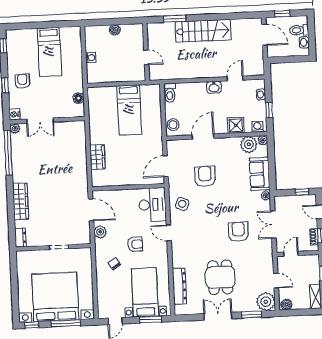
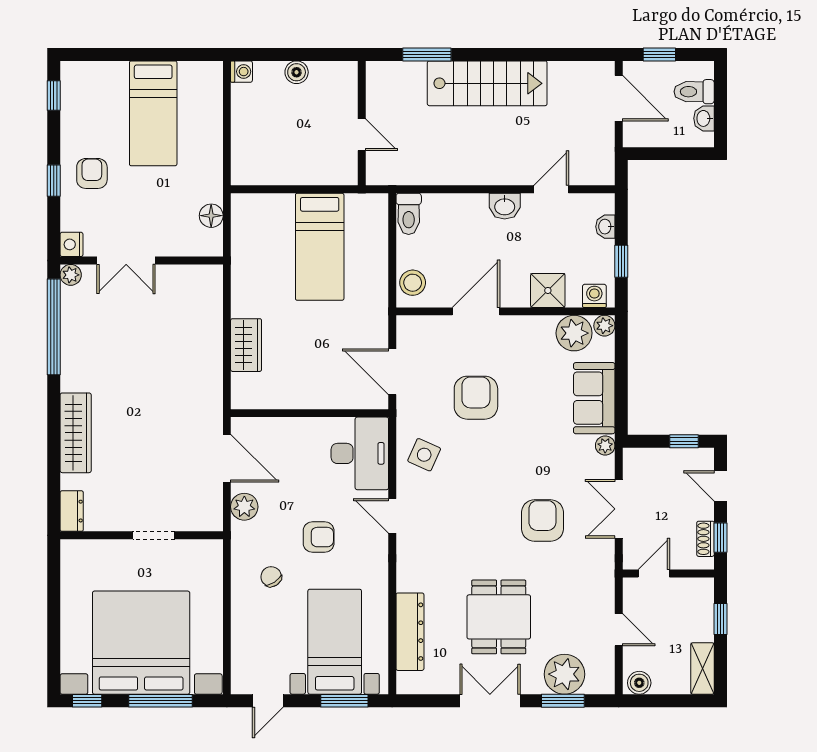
washing machine: (91, 58) -> (241, 72), moved
door: (166, 166) -> (392, 372), hinge flipped
plant: (266, 302) -> (564, 674), moved

